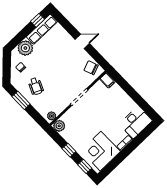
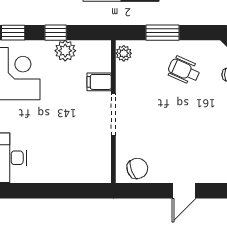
filing cabinet: (108, 80) -> (99, 82), moved
window: (21, 100) -> (162, 33), moved
plant: (59, 126) -> (65, 51), moved

